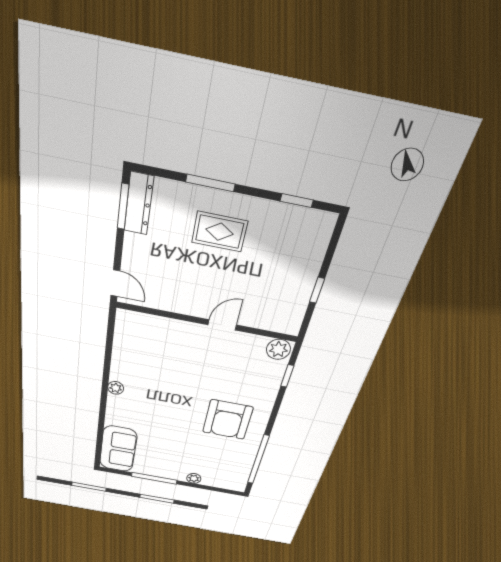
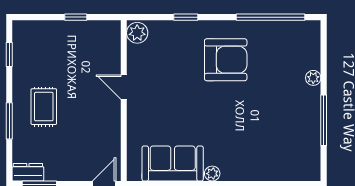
dresser: (139, 204) -> (28, 172), width x0.70
window: (287, 376) -> (186, 17), moved
sofa: (118, 449) -> (173, 163), moved

